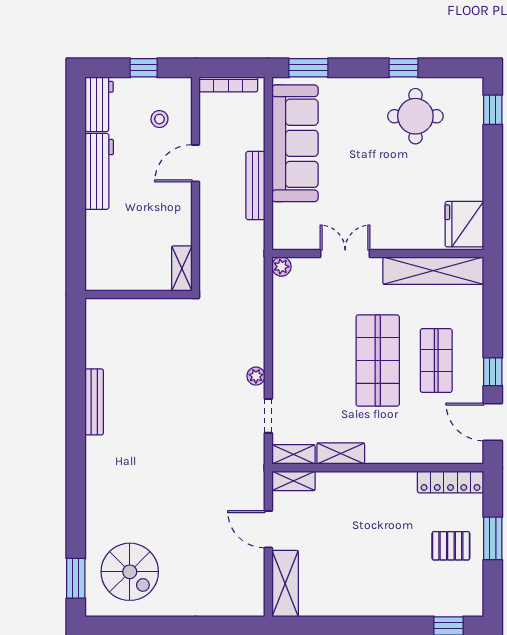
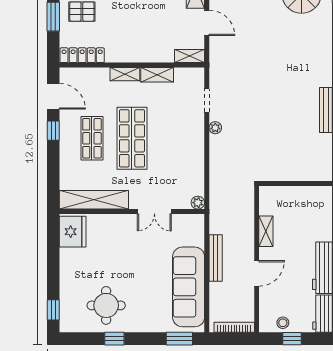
stool: (159, 119) -> (283, 323), moved
shelving: (182, 268) -> (266, 231), moved
shelving: (293, 454) -> (125, 74), moved

